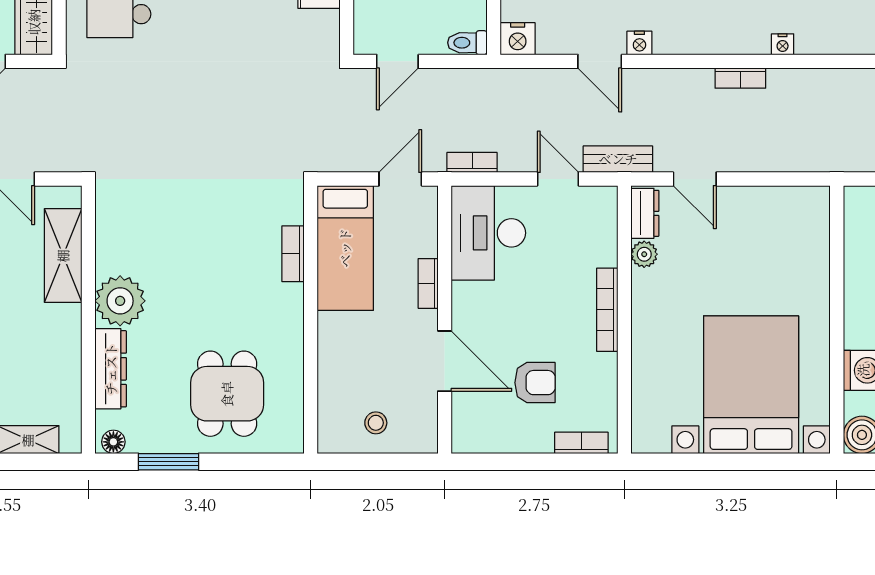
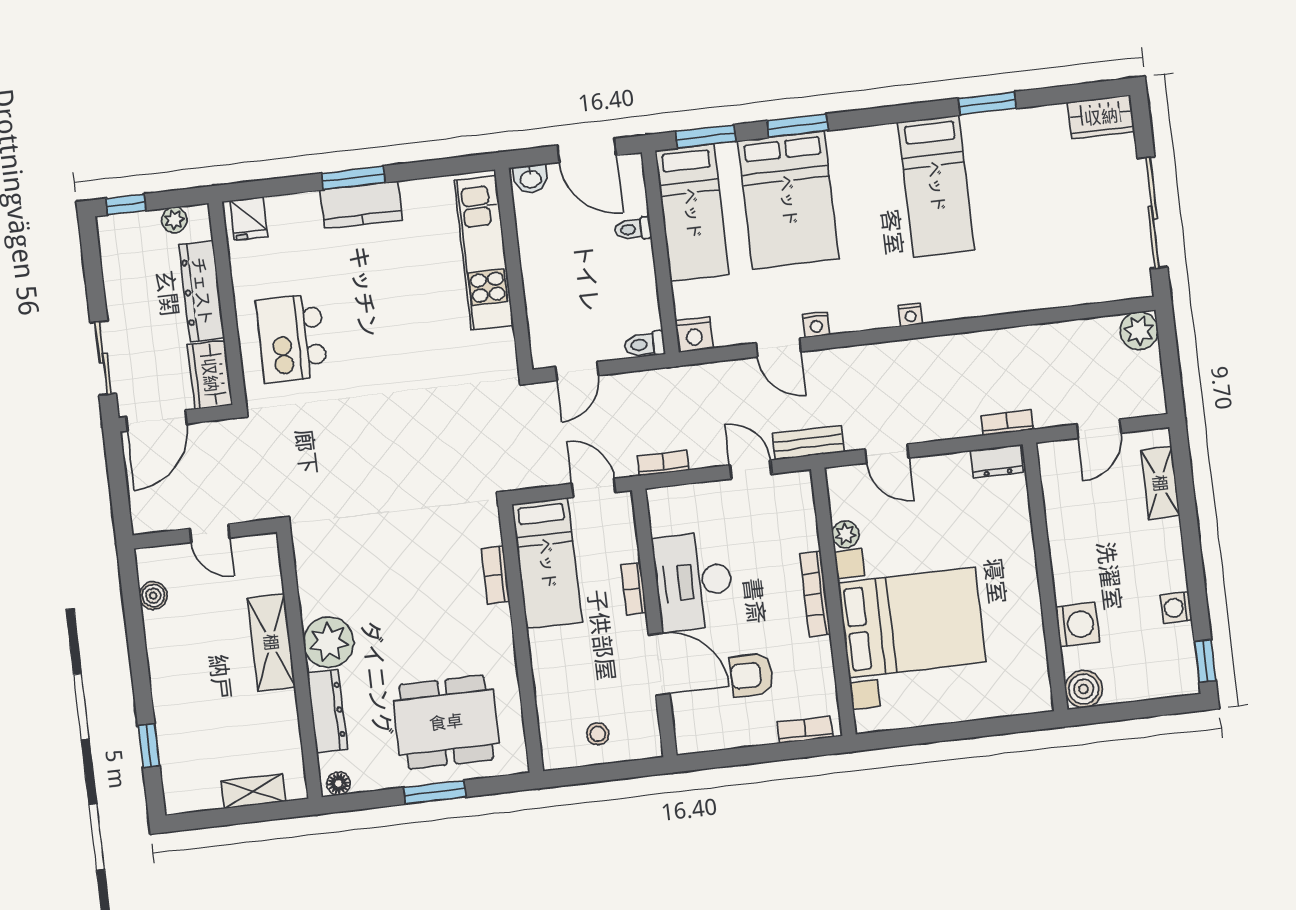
nightstand: (783, 44) -> (910, 315), moved
bookcase: (740, 78) -> (1007, 423), moved, turned 180
door: (400, 179) -> (594, 488), hinge flipped
dresser: (645, 213) -> (997, 461), moved, turned 90
desk: (488, 233) -> (694, 581), moved
shelving: (63, 256) -> (271, 642), moved
armchair: (535, 383) -> (752, 675), turned 180
bed with nightstands: (751, 385) -> (912, 623), moved, turned 90
dining table: (227, 394) -> (446, 722), width x1.38
window: (168, 462) -> (435, 792), moved

